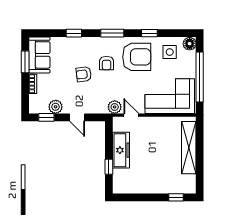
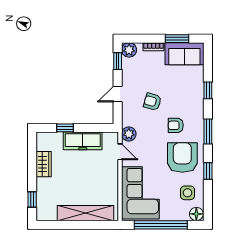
armchair: (137, 57) -> (182, 158), turned 180
armchair: (84, 74) -> (152, 102), moved, turned -67
plant: (56, 107) -> (129, 50), moved
door: (131, 115) -> (120, 152), hinge flipped
wardrobe: (143, 187) -> (44, 164), added

